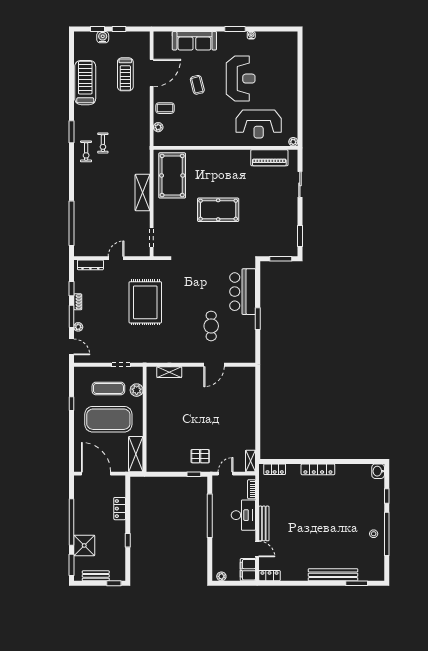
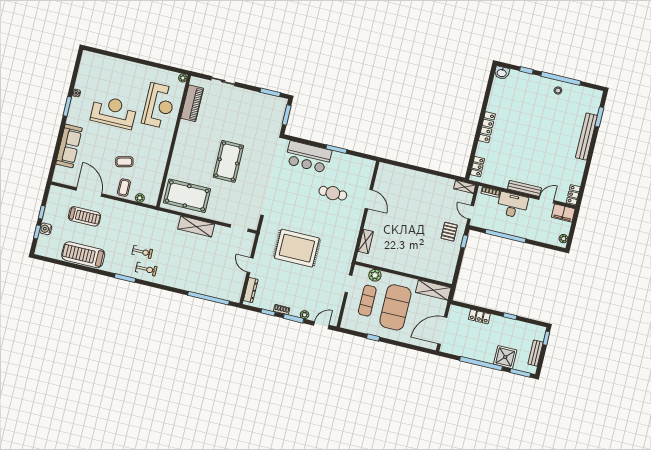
coffee table: (197, 85) -> (124, 162), moved

